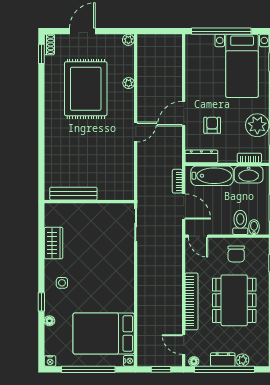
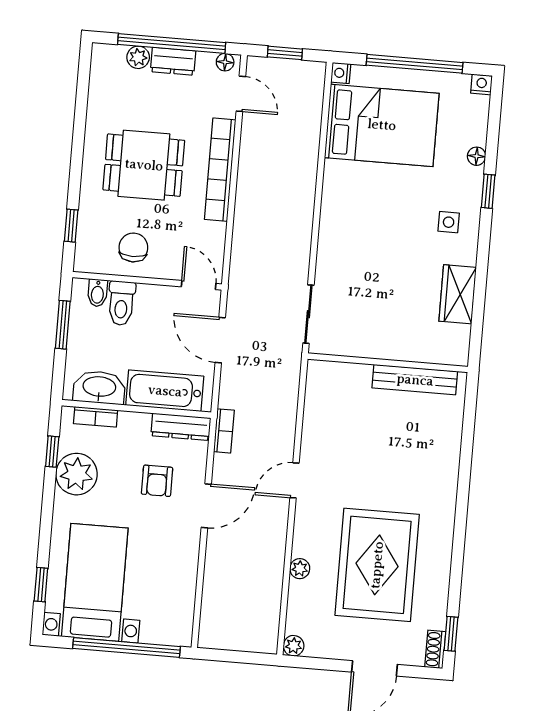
bookcase: (177, 181) -> (224, 431), moved
dining table: (234, 300) -> (144, 165), width x0.73

